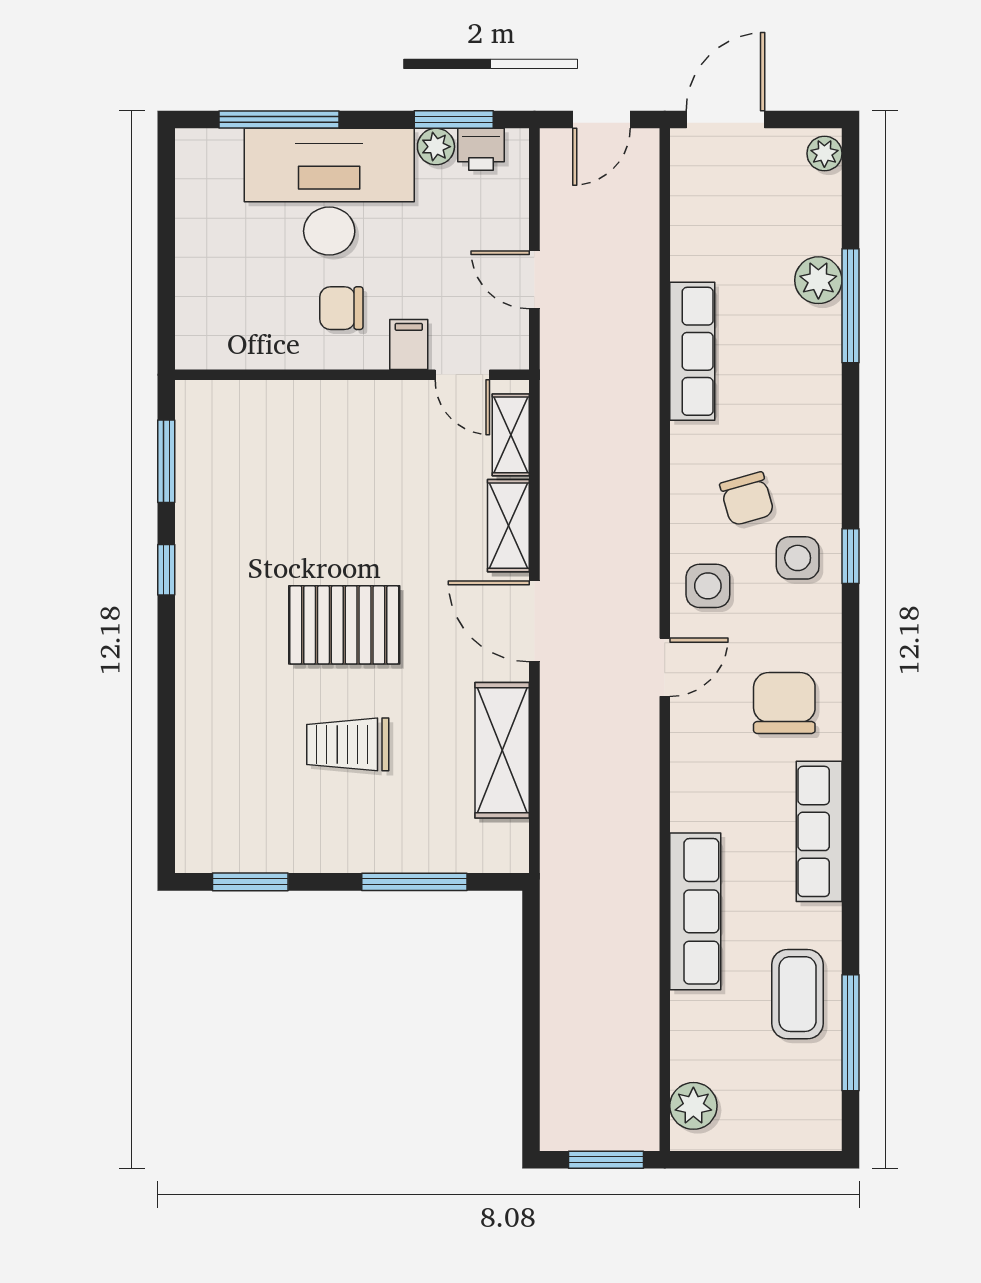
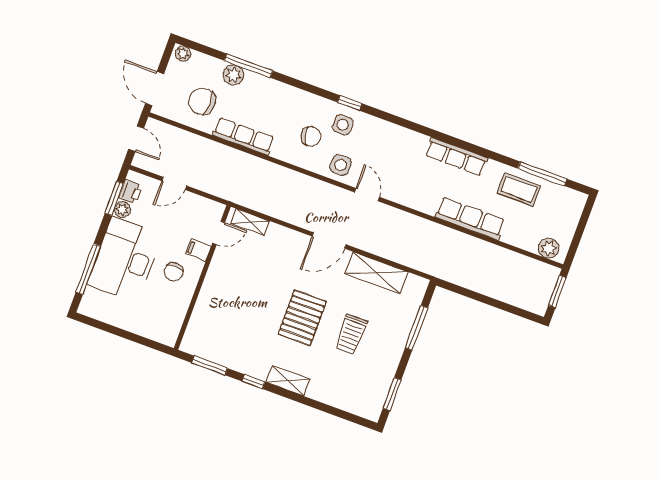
door: (534, 280) -> (174, 183), moved
shelving: (508, 526) -> (288, 381), moved
chair: (784, 703) -> (202, 101), moved

